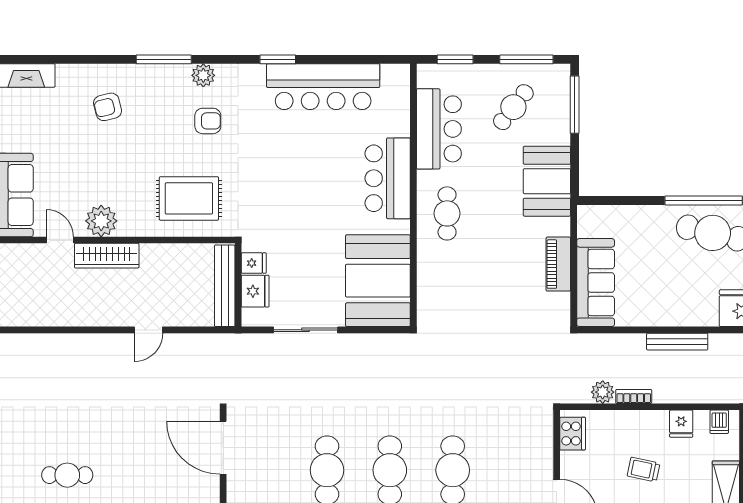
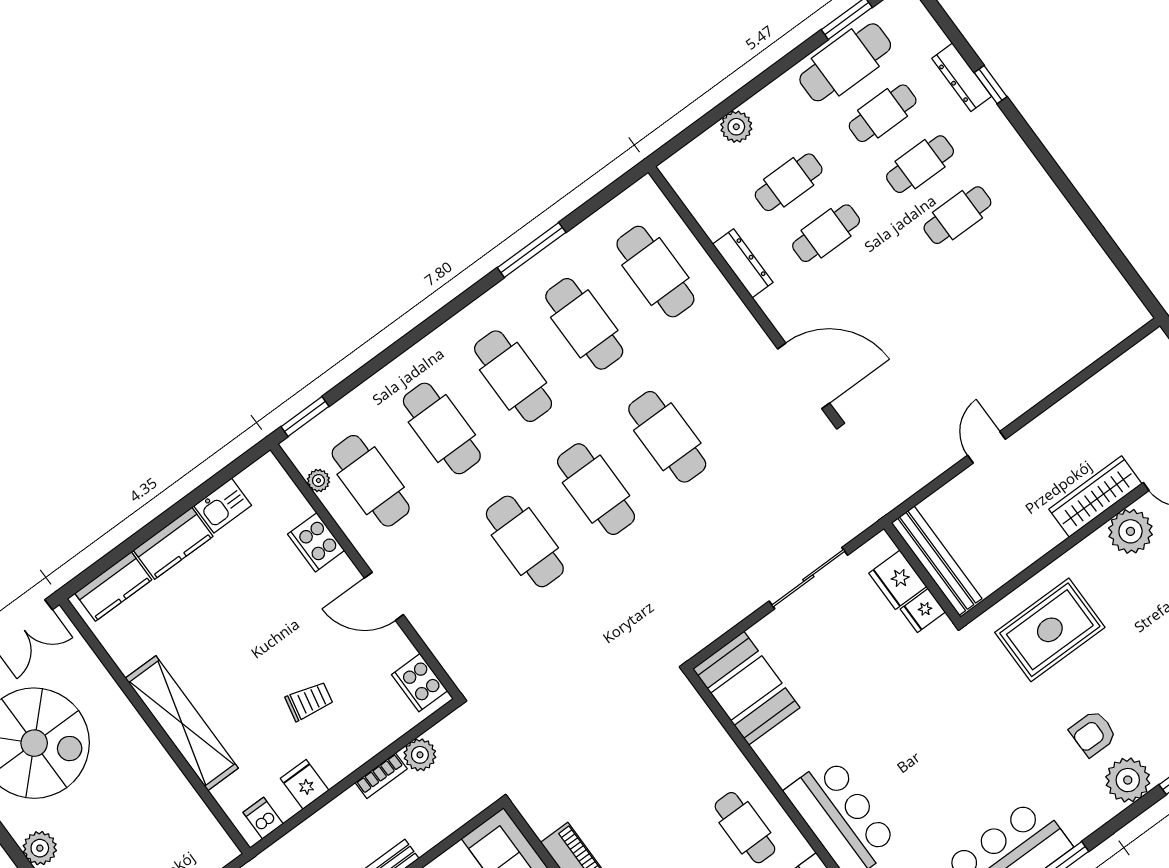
plant: (203, 75) -> (1128, 780), width x1.36, depth x1.36
booth: (378, 281) -> (746, 688), width x0.73, depth x0.70

